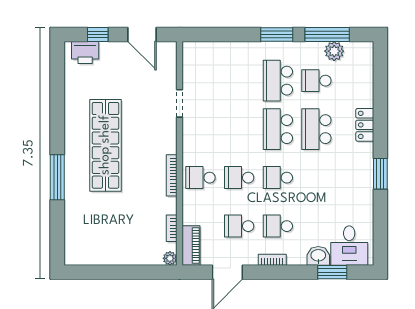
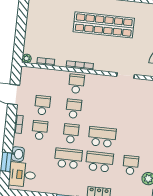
school desk: (278, 81) -> (68, 158), moved
piano: (191, 245) -> (33, 73), removed

